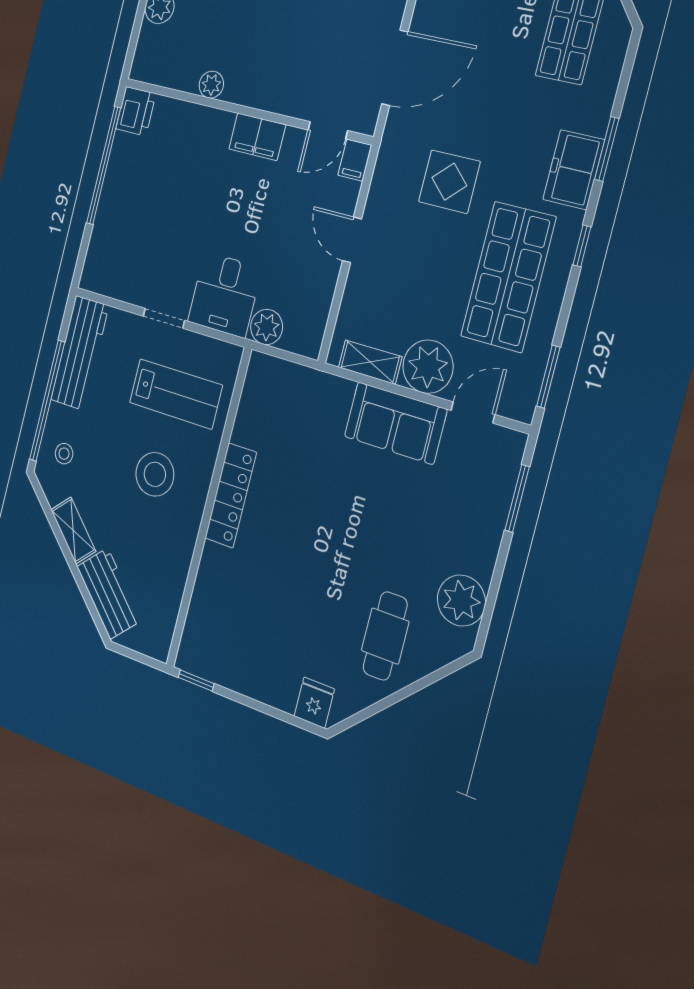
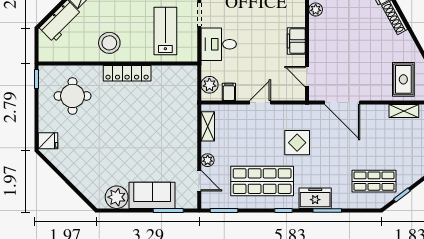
filing cabinet: (355, 160) -> (229, 92), moved, turned 90
plant: (267, 327) -> (209, 85), moved
plant: (428, 367) -> (208, 160), width x0.53, depth x0.53
lab bench: (176, 394) -> (165, 31), turned 180
sofa: (395, 423) -> (152, 195), moved, turned 90
stool: (155, 474) -> (109, 43), moved
round table: (244, 620) -> (73, 96), added
cafe table: (385, 636) -> (89, 166), removed

